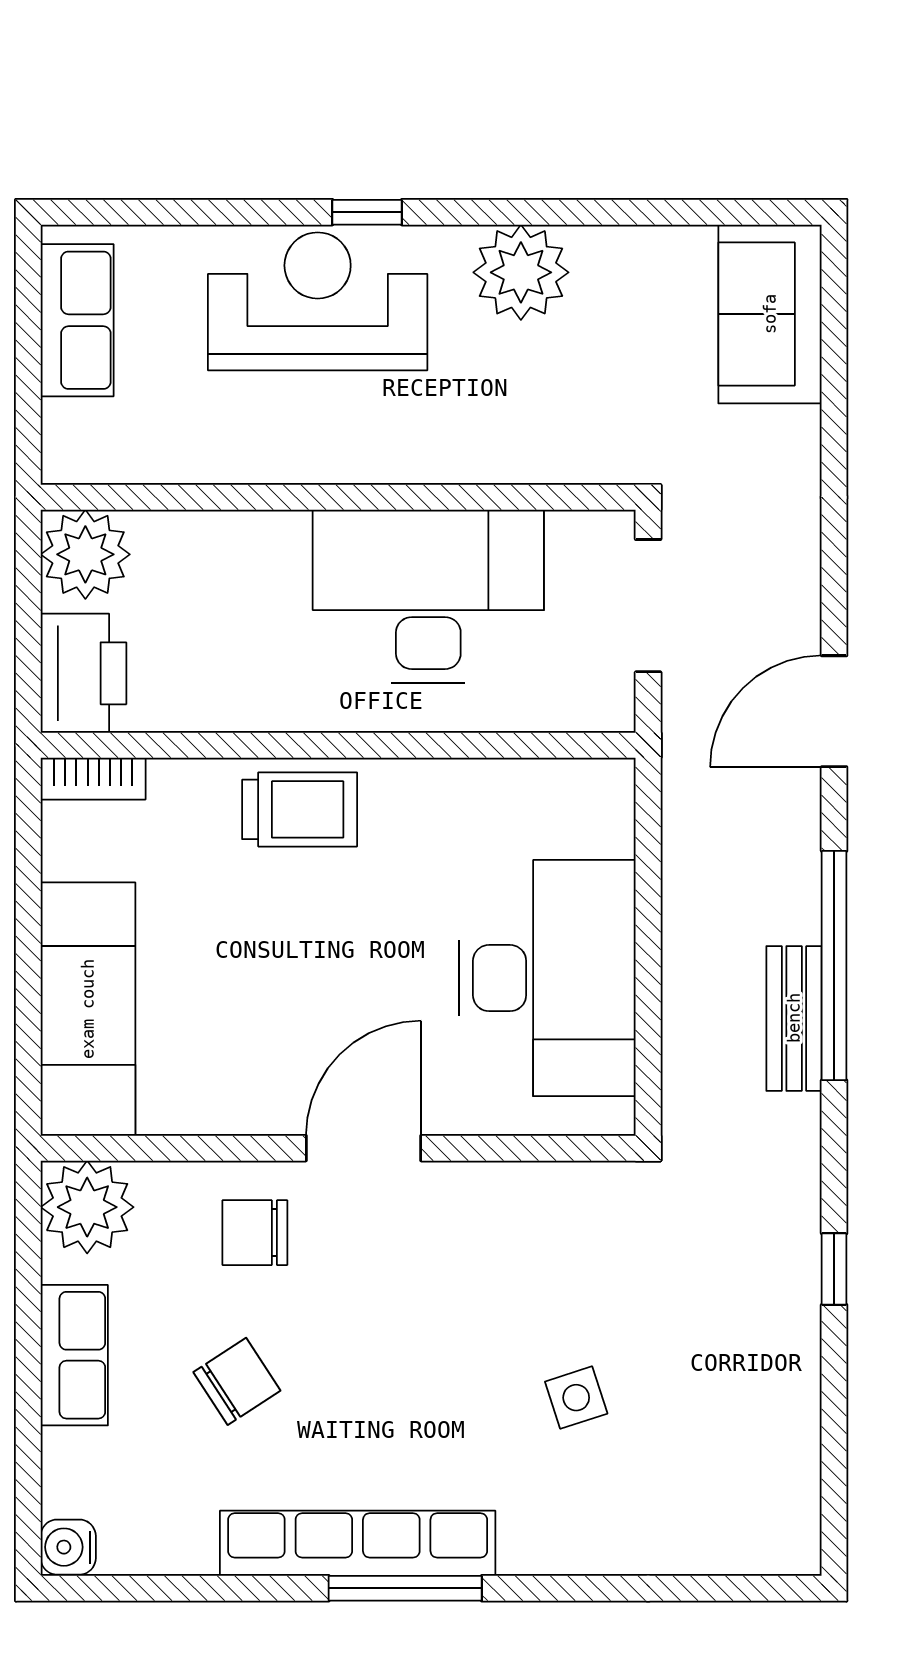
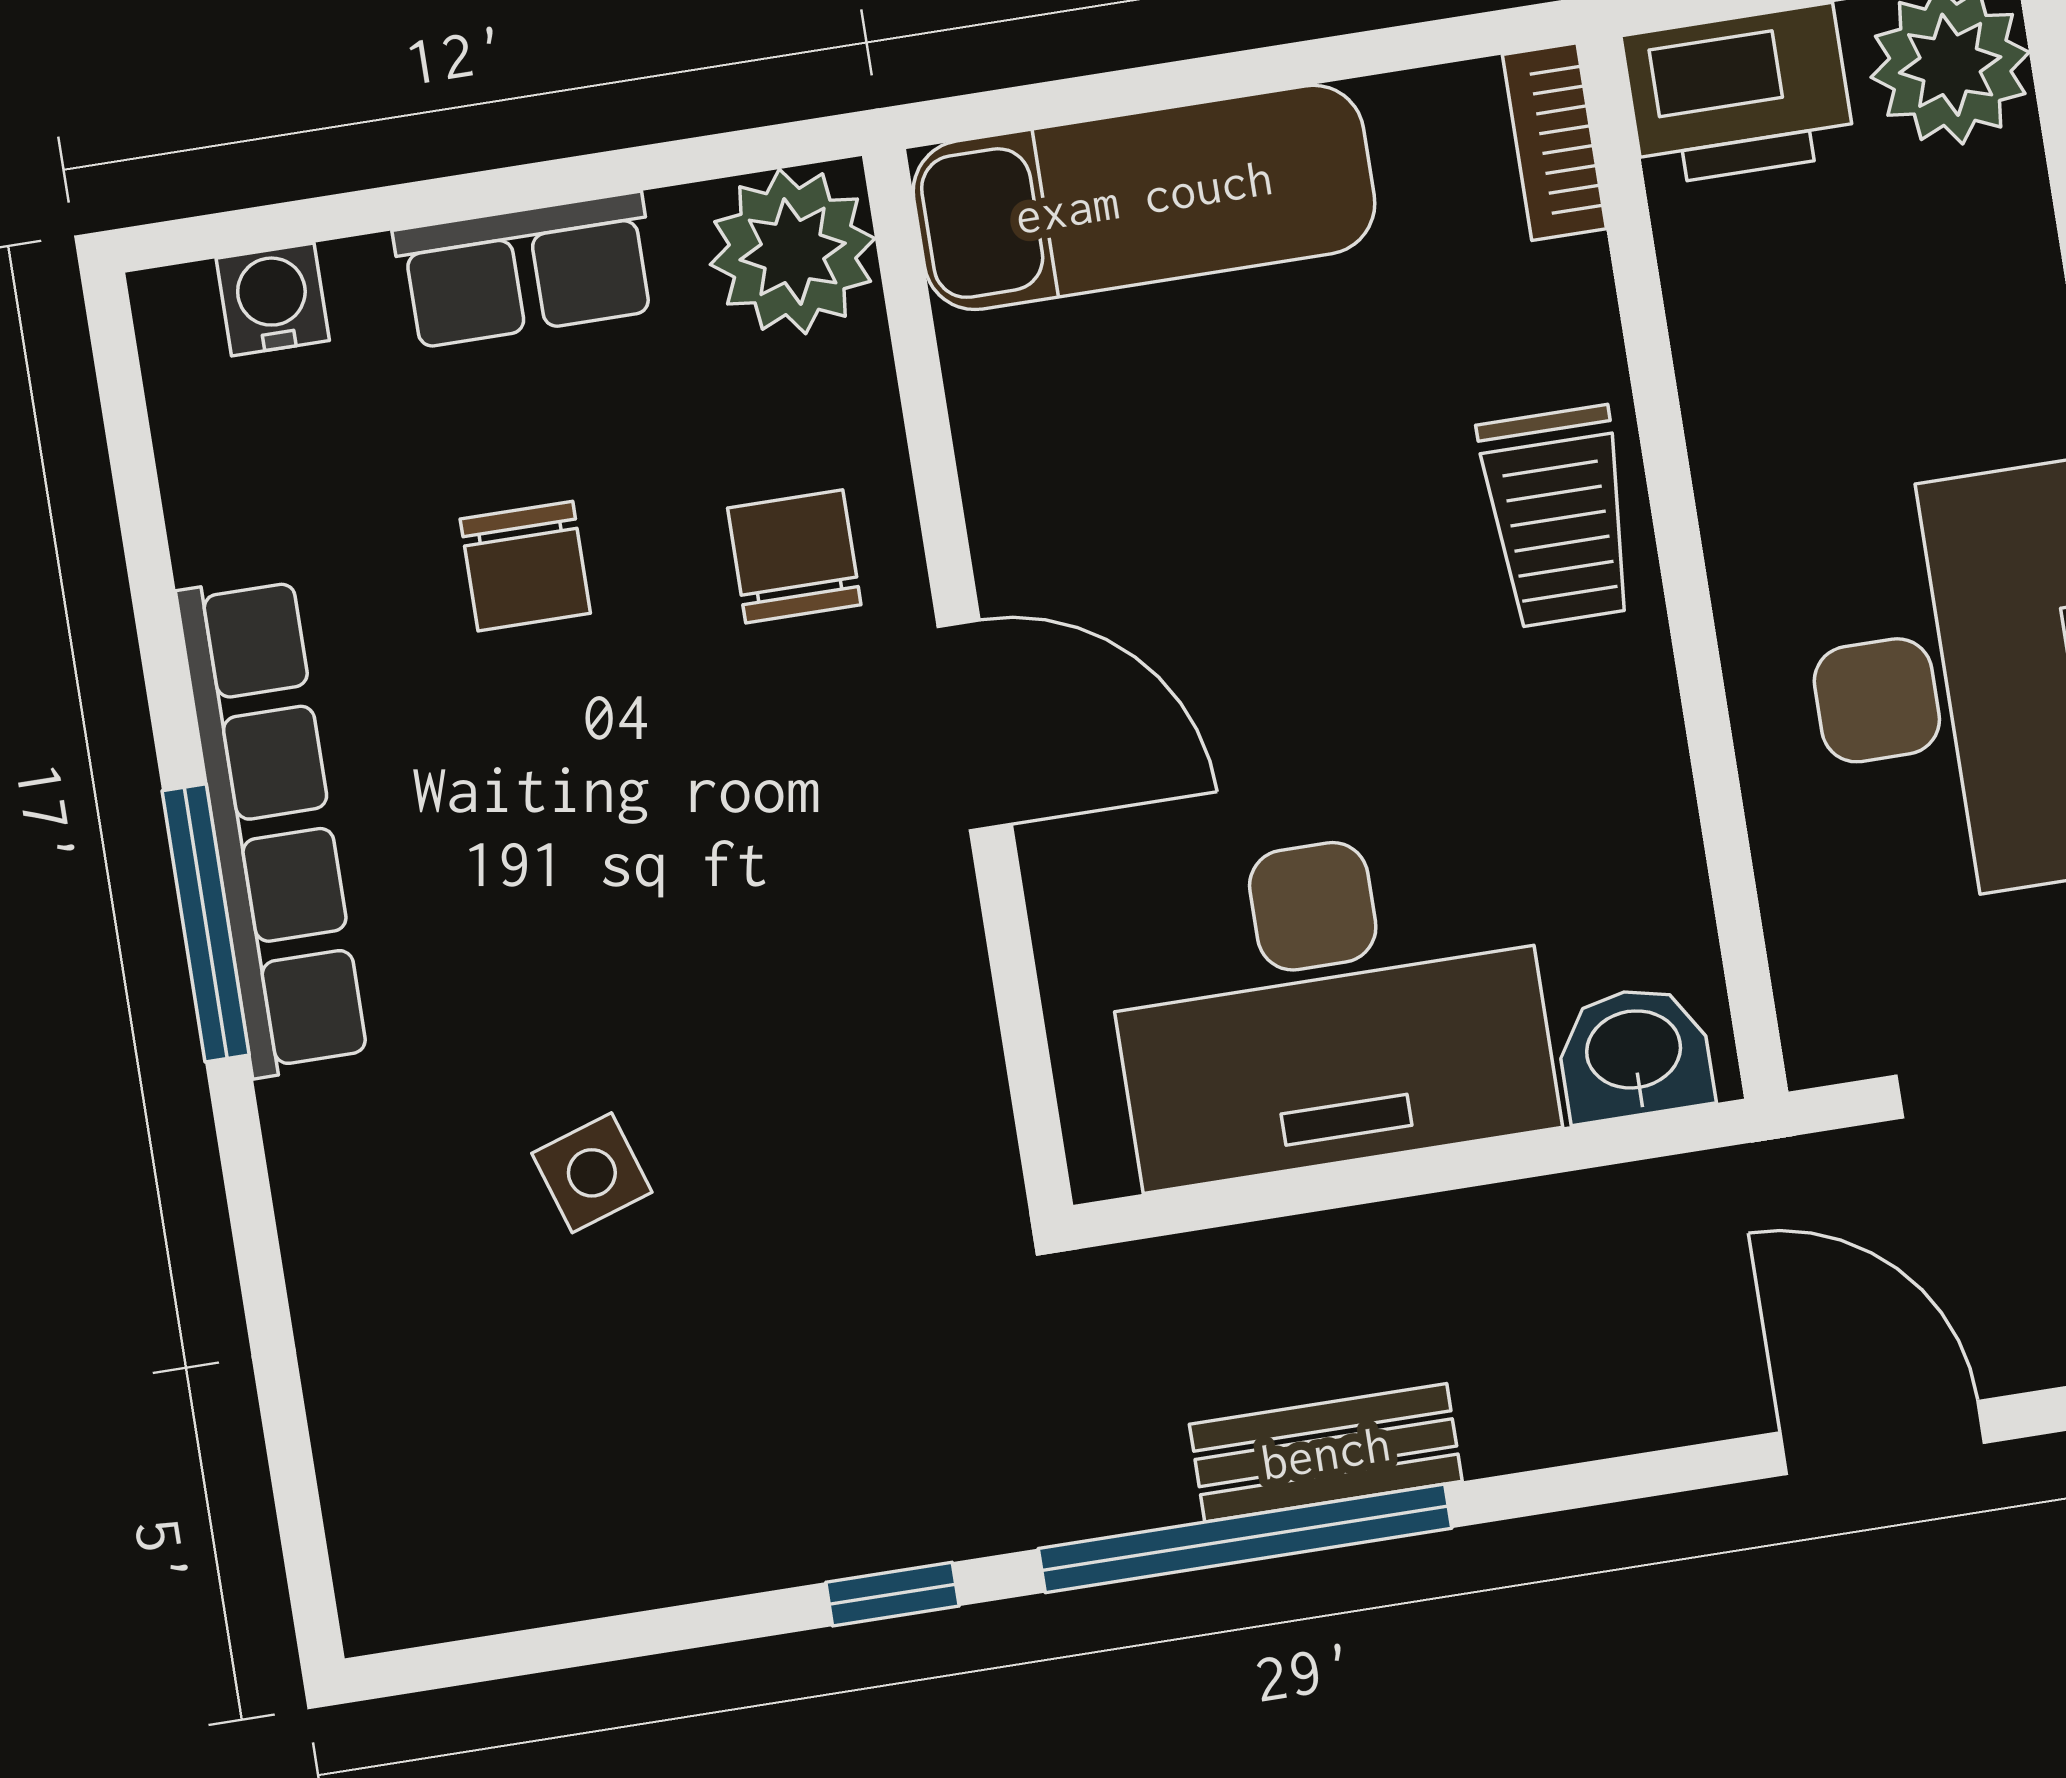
washbasin: (601, 814) -> (1634, 1053), added
window: (834, 966) -> (1245, 1538), moved
chair: (237, 1381) -> (525, 566), turned 33
water cooler: (68, 1547) -> (273, 299), moved

